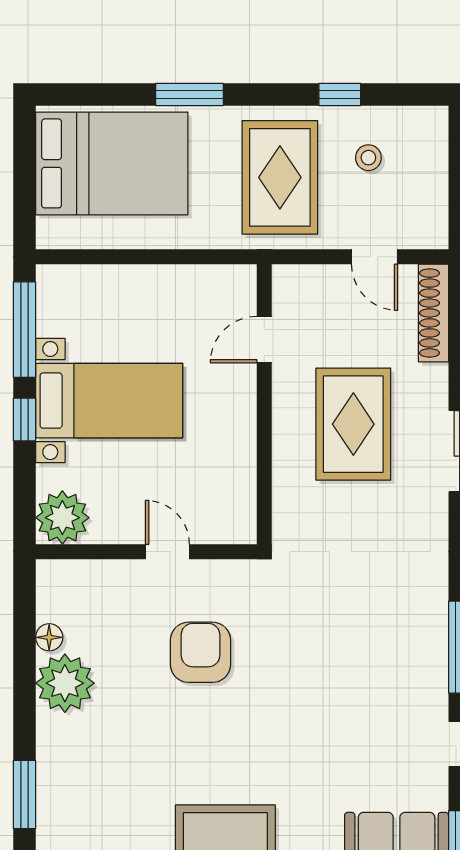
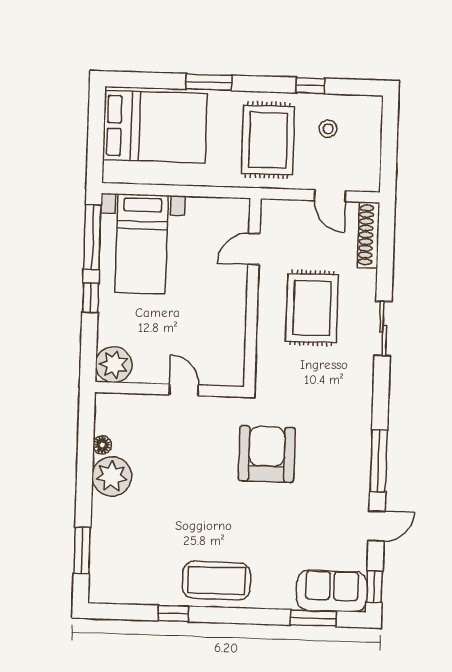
bed with nightstands: (109, 401) -> (142, 244), moved, turned 90
armchair: (200, 652) -> (267, 454), moved, width x1.36, depth x1.36

